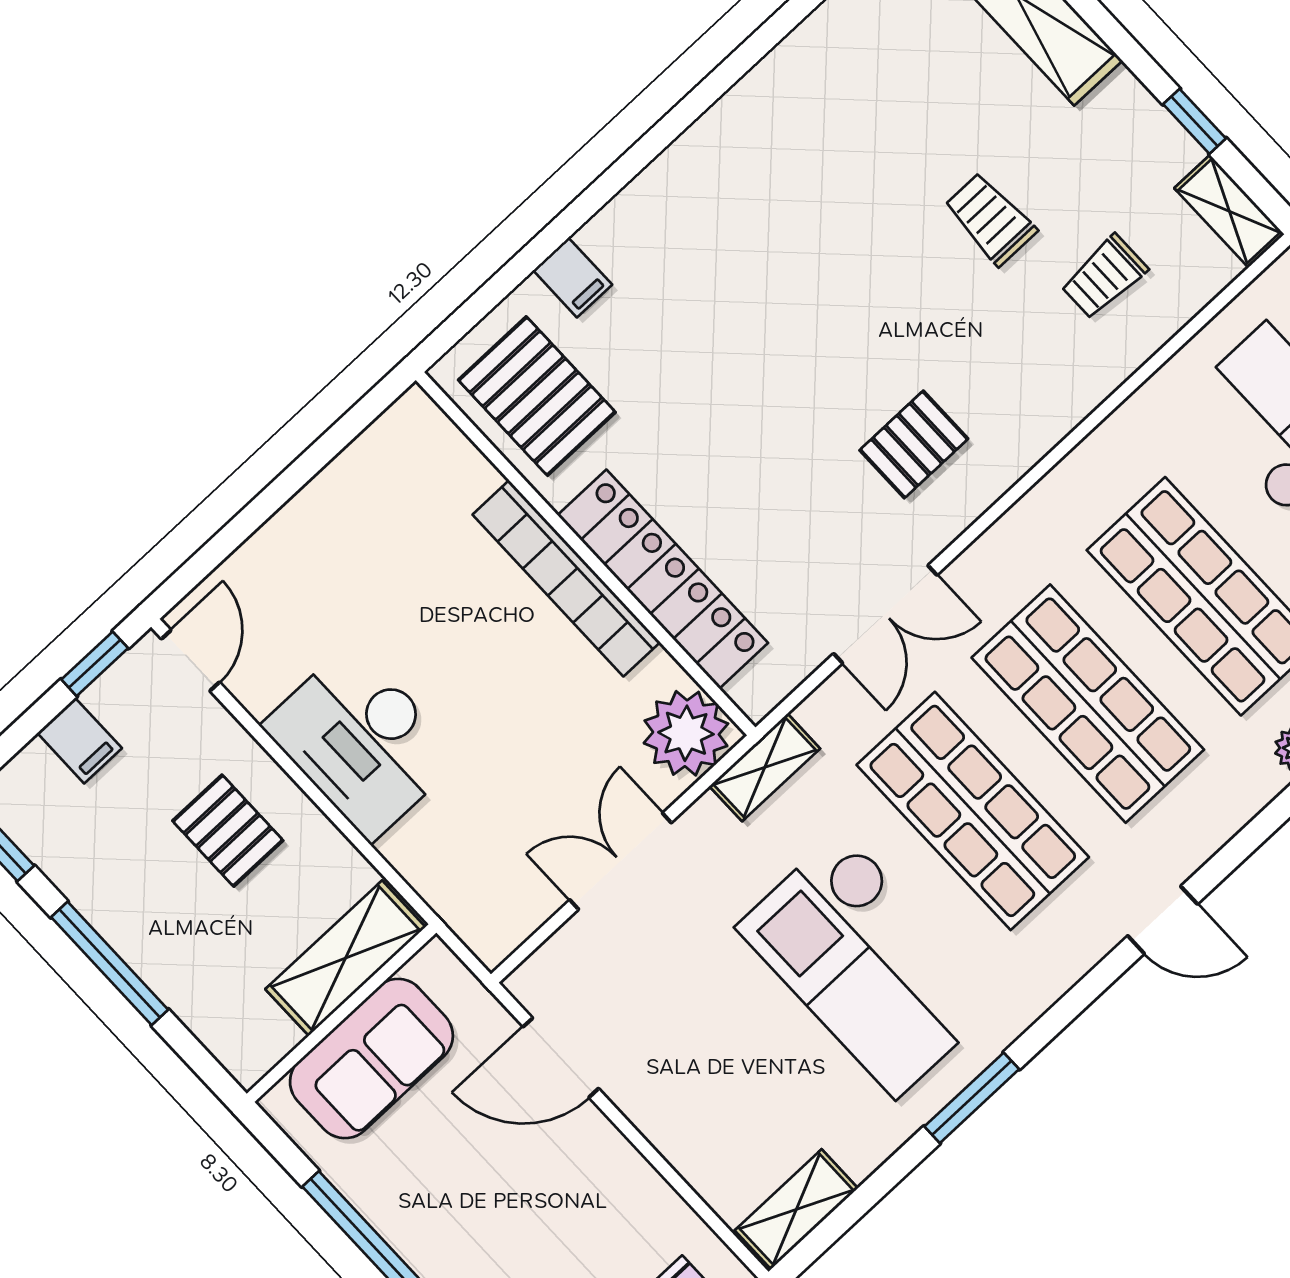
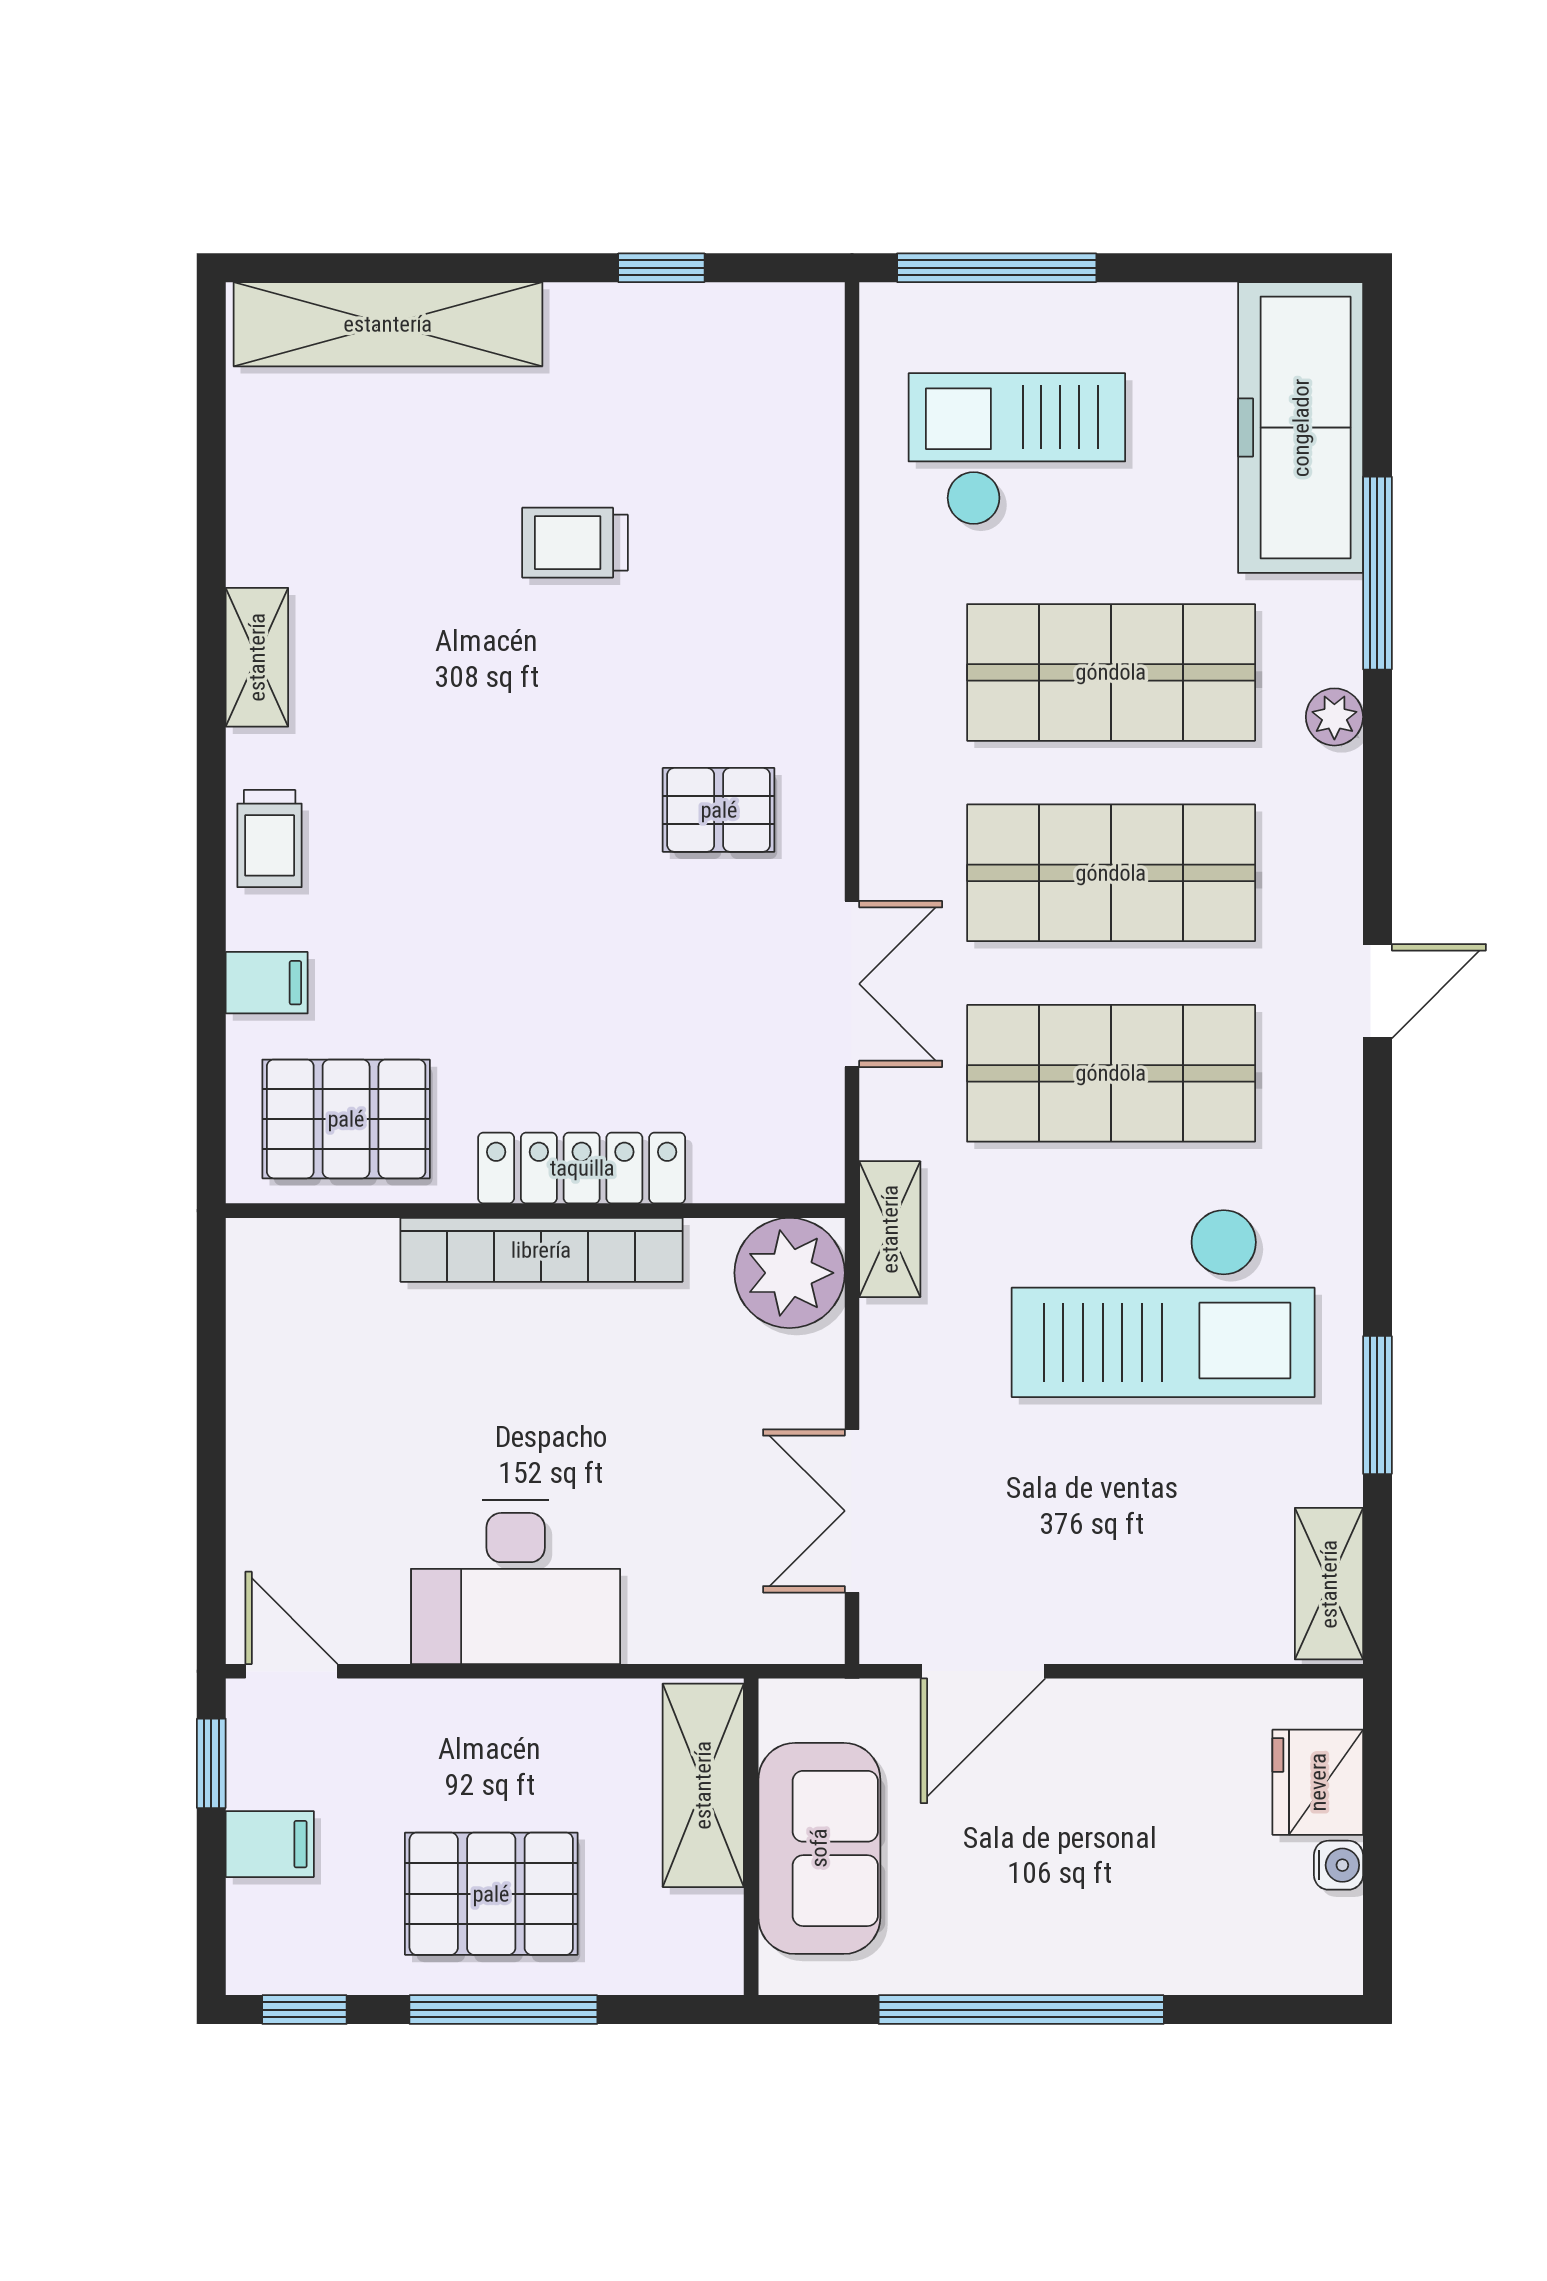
shelving: (1229, 211) -> (257, 657), moved, turned 90
trolley: (1104, 277) -> (270, 839), moved
pallet: (914, 444) -> (719, 810), turned 90
locker: (663, 579) -> (582, 1168), width x0.71, depth x0.83
pallet: (228, 831) -> (491, 1894), moved, width x1.50, depth x1.42
double door: (621, 861) -> (852, 1511), moved
window: (972, 1098) -> (1377, 1405), moved

